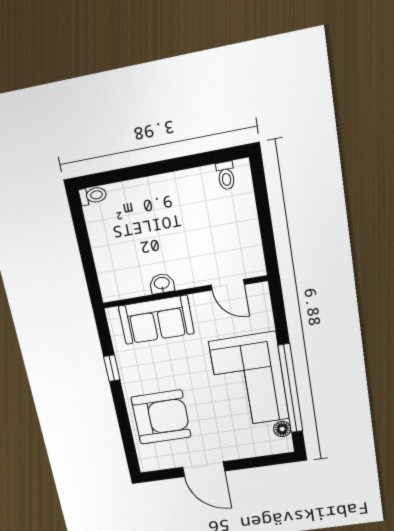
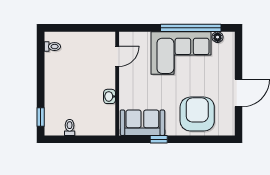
window: (106, 178) -> (41, 117), added
toilet: (93, 196) -> (70, 127), moved
sofa: (156, 320) -> (142, 123), moved, turned -90

